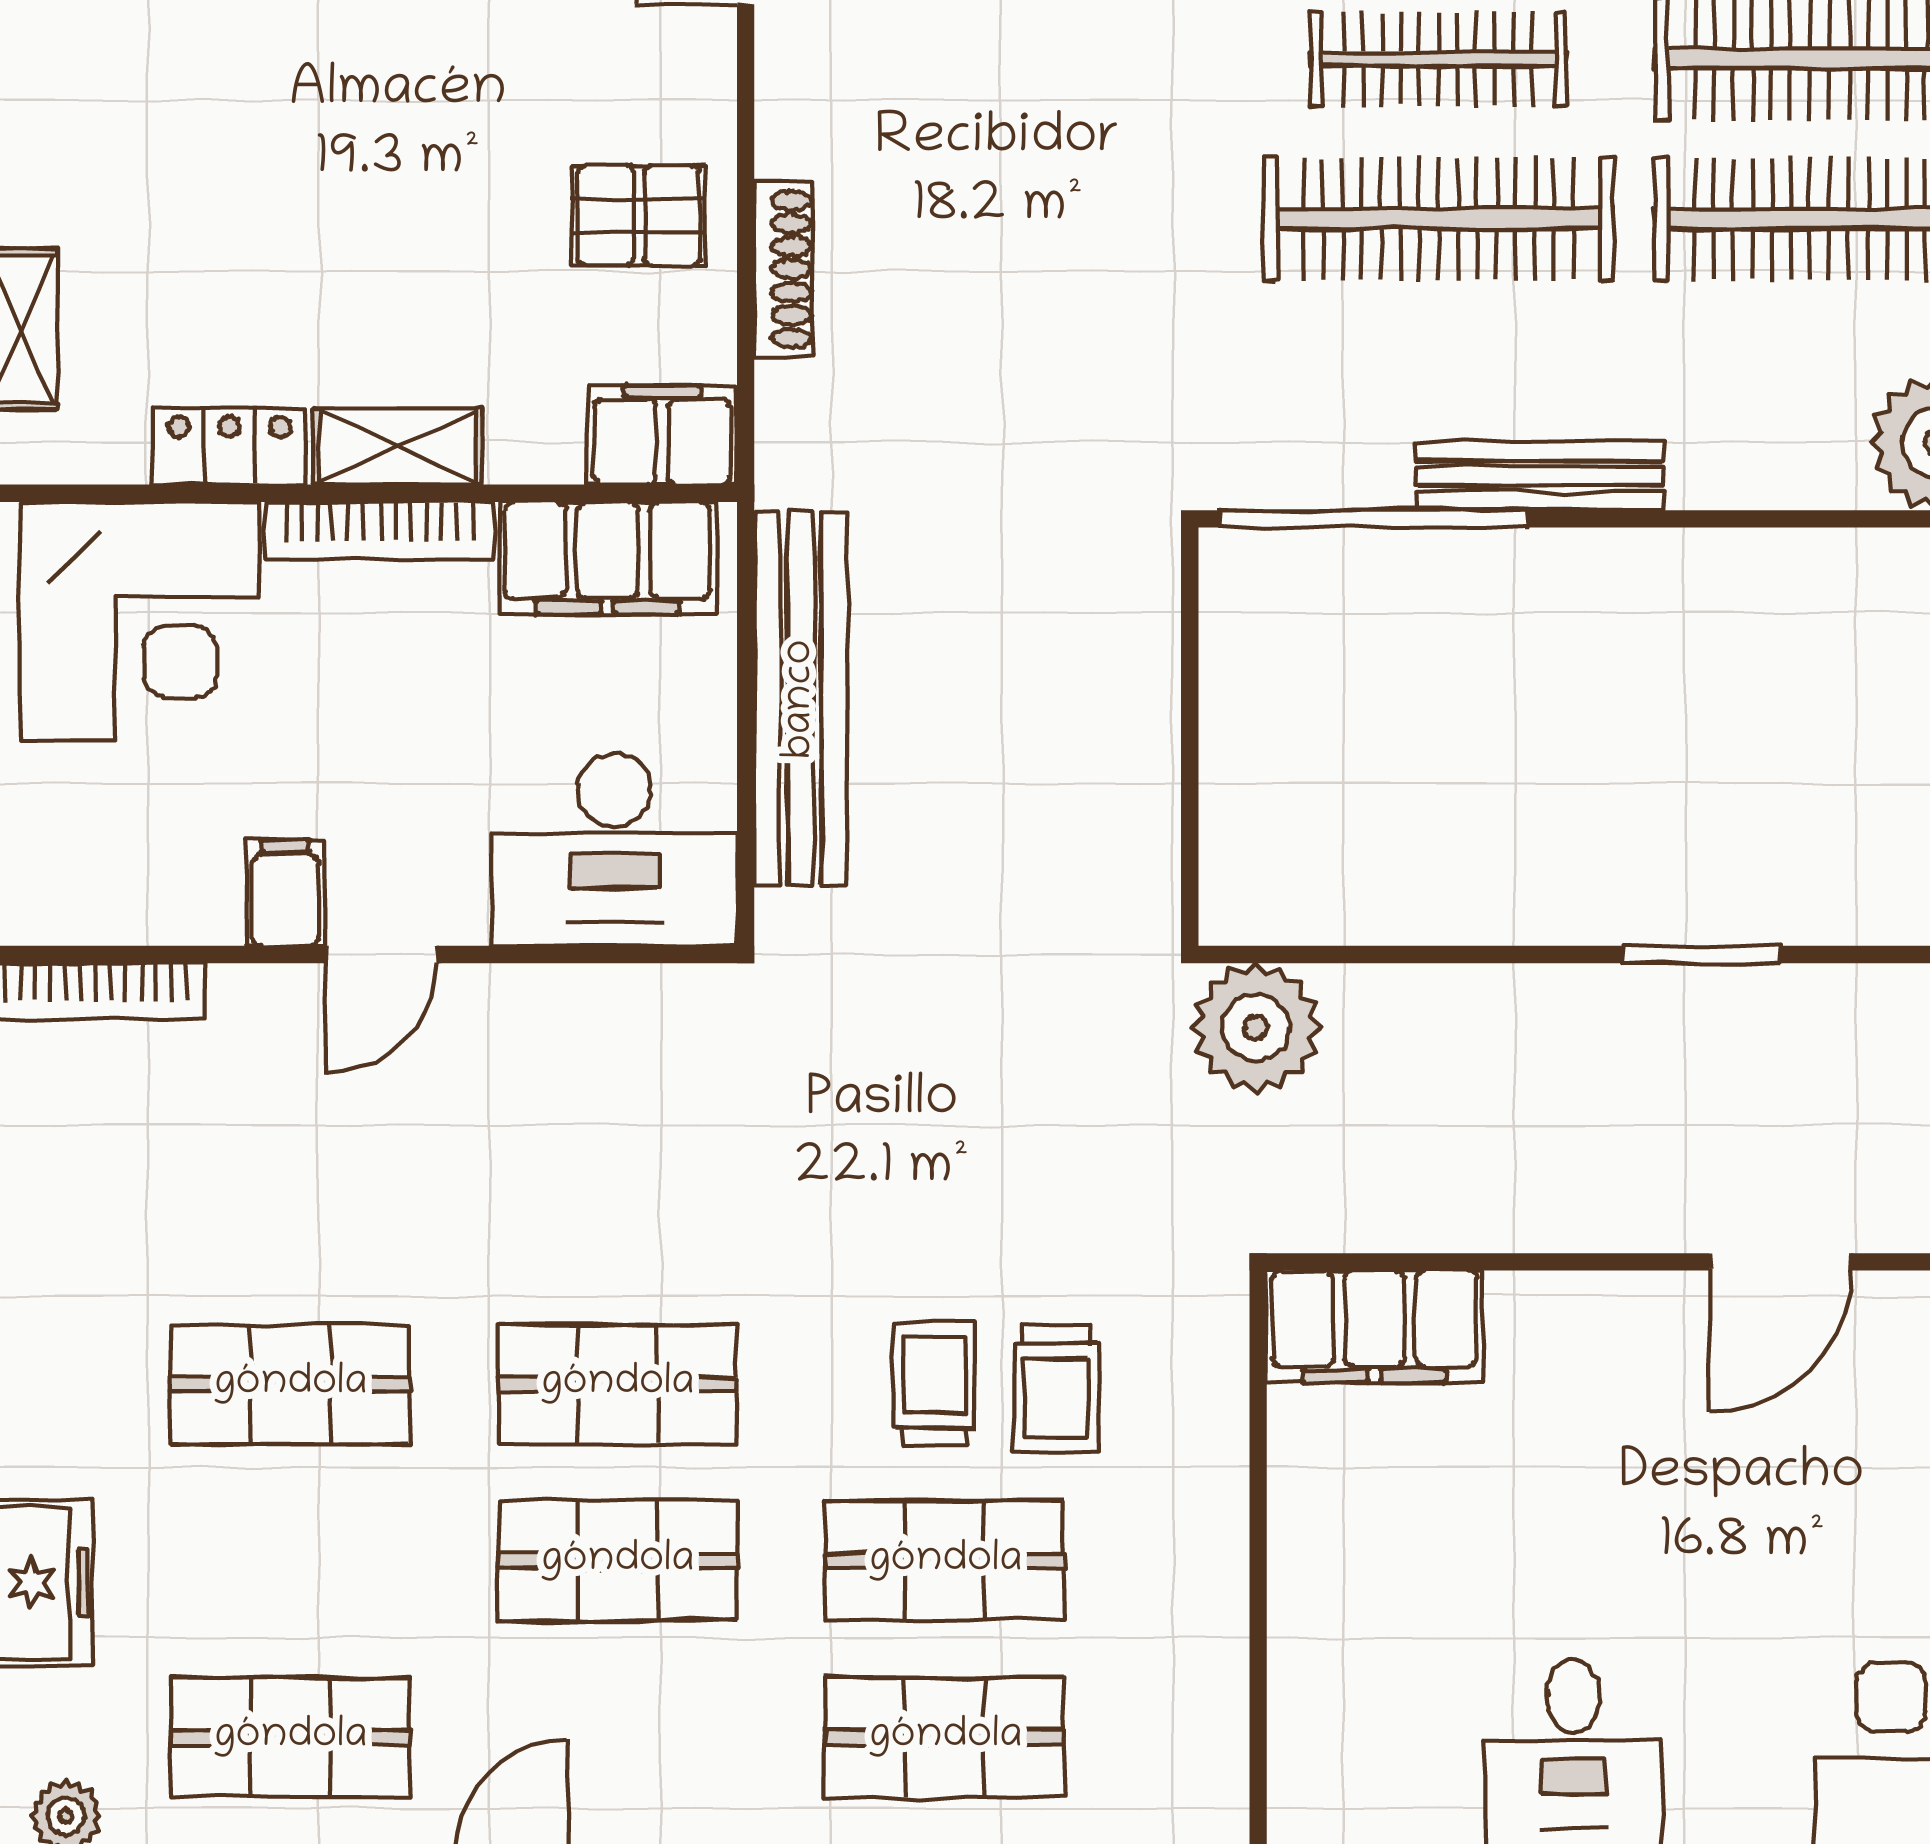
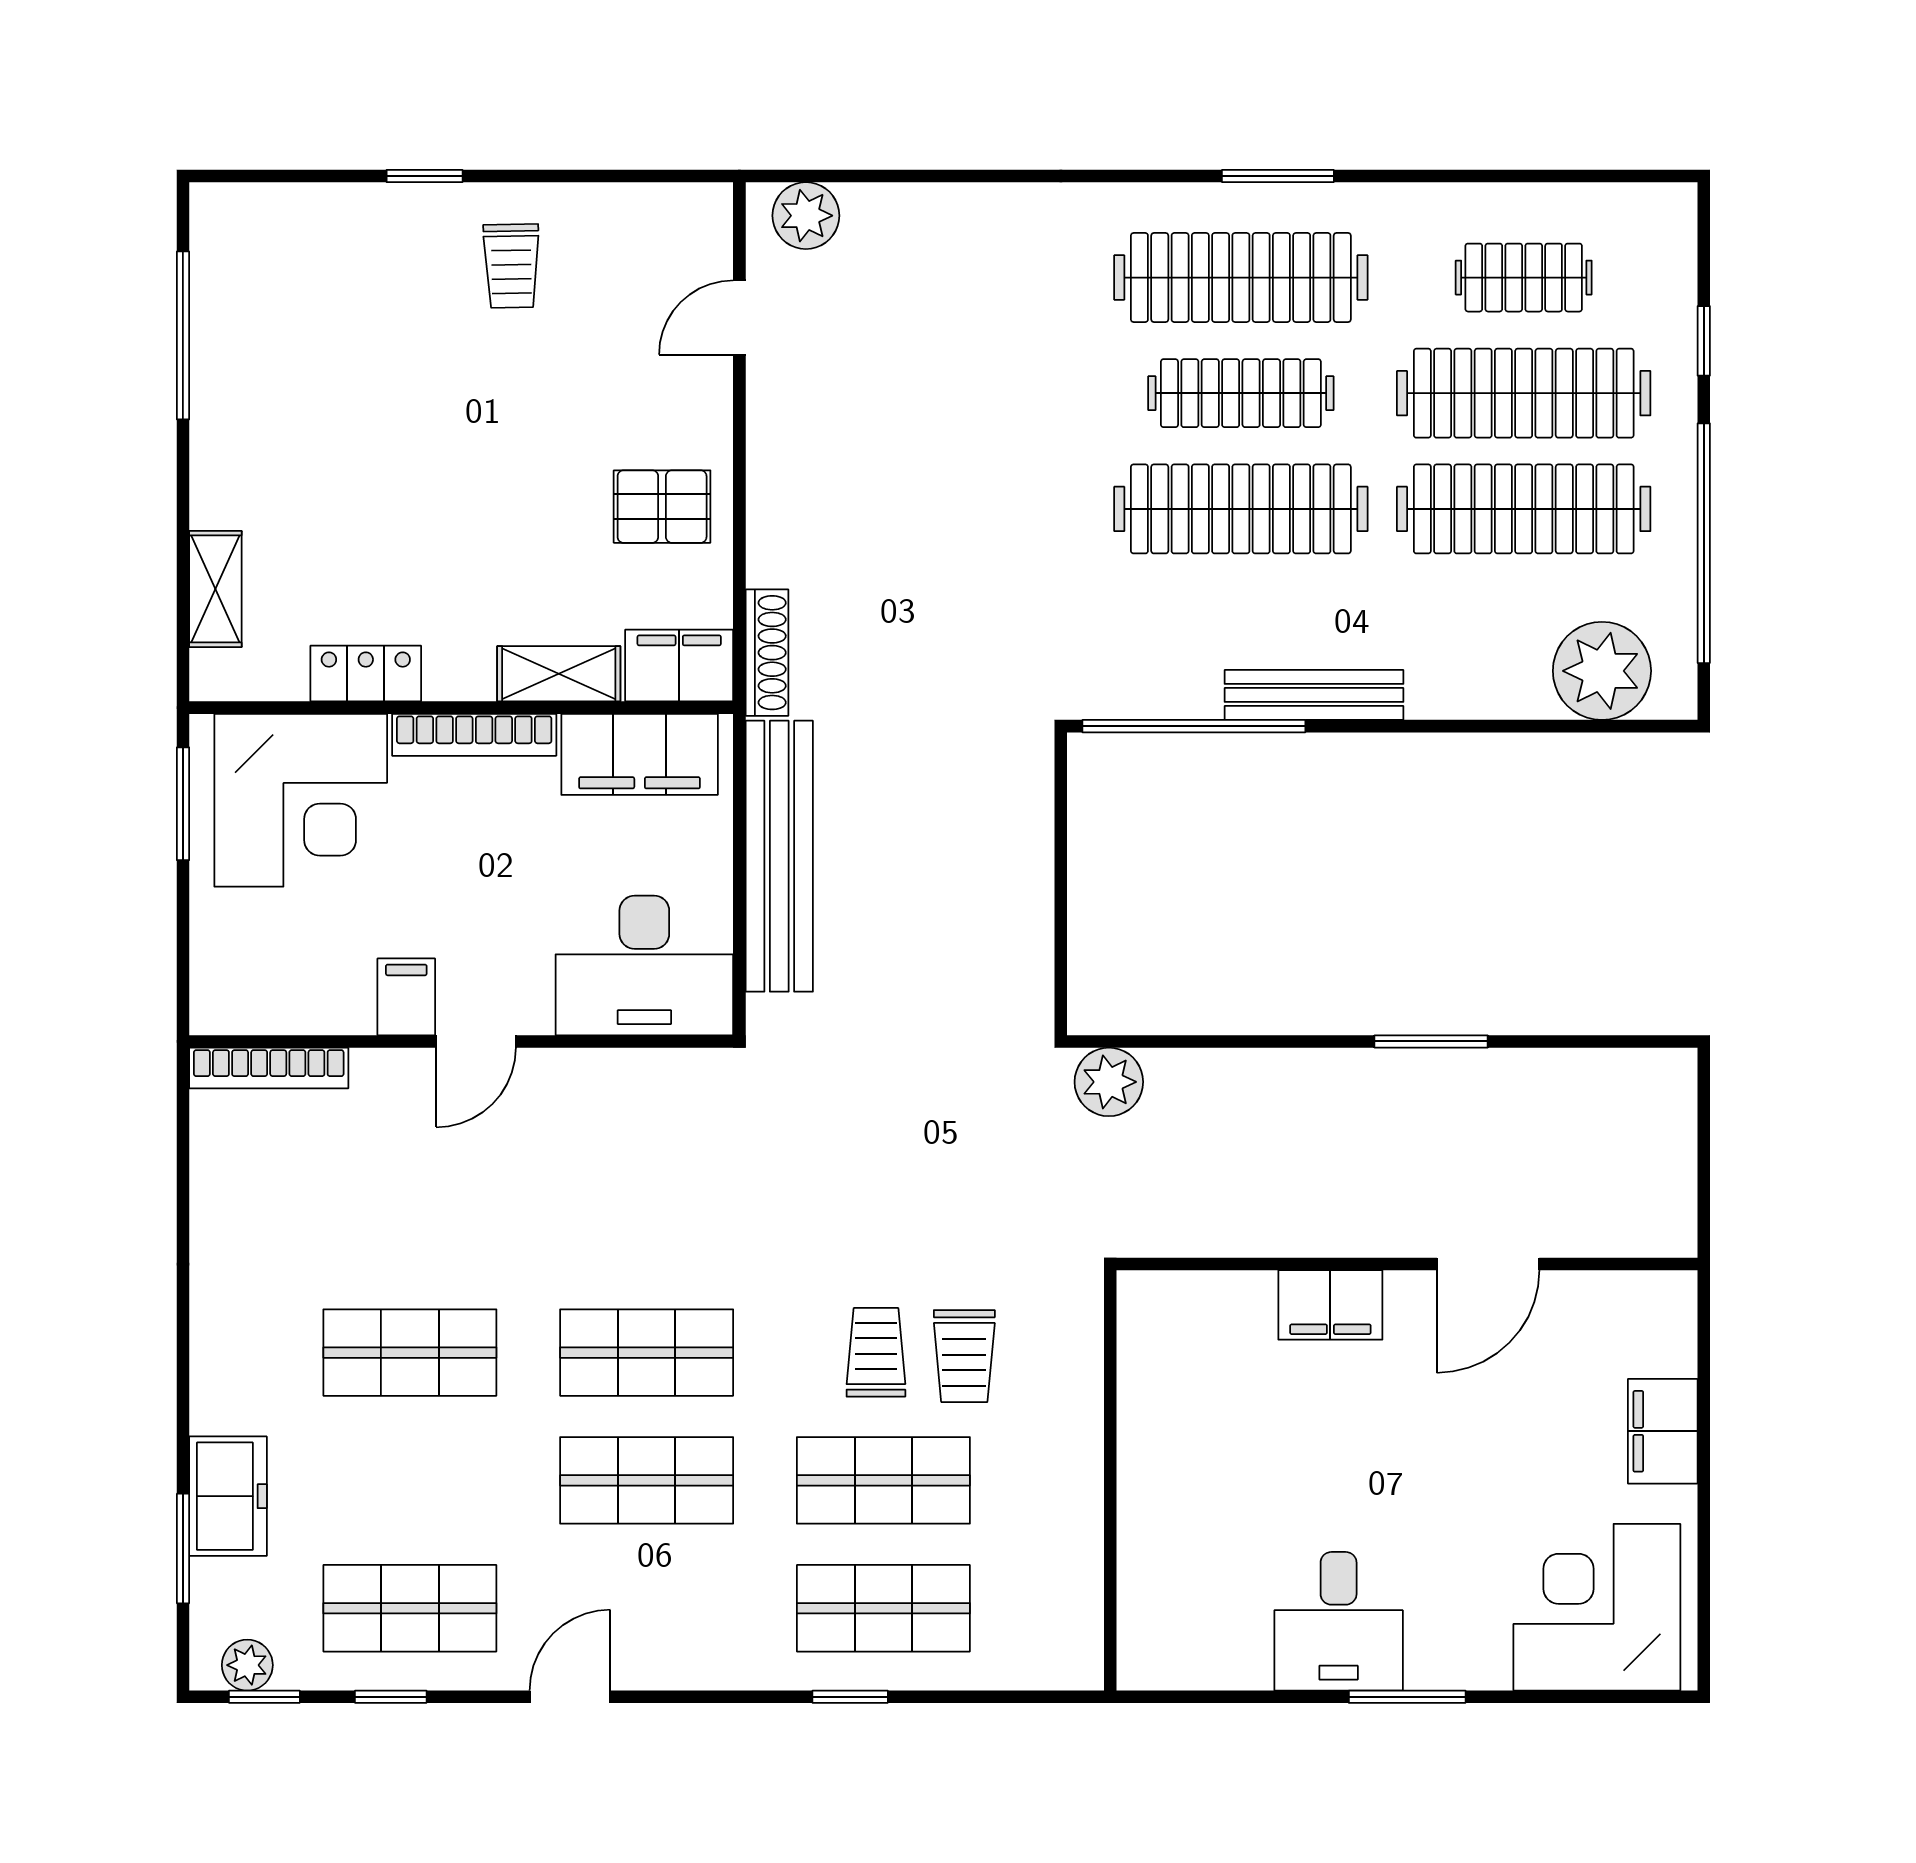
shoe rack: (784, 269) -> (767, 653), moved
shelving: (398, 446) -> (559, 674), moved
plant: (1256, 1028) -> (1109, 1082), width x0.73, depth x0.73
filing cabinet: (1375, 1326) -> (1330, 1305), moved, width x0.67, depth x0.86

